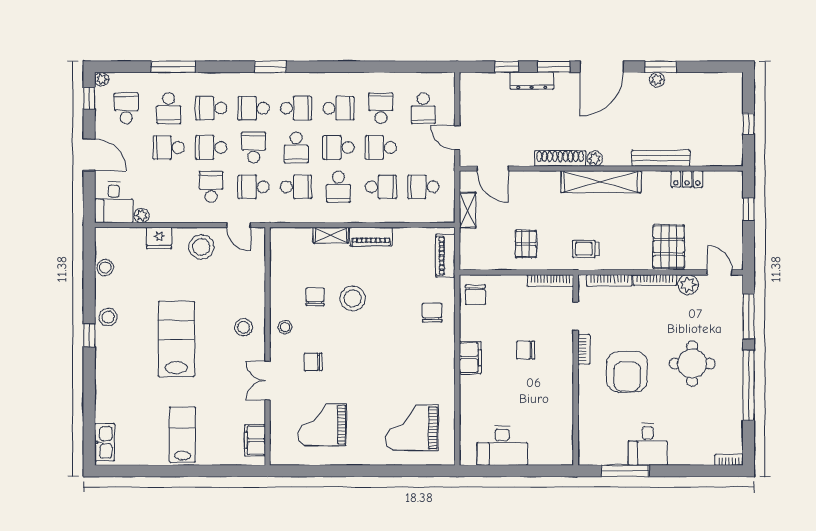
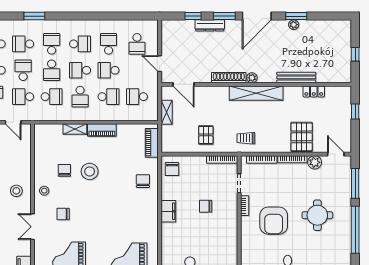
school desk: (296, 108) -> (52, 44), turned -90

